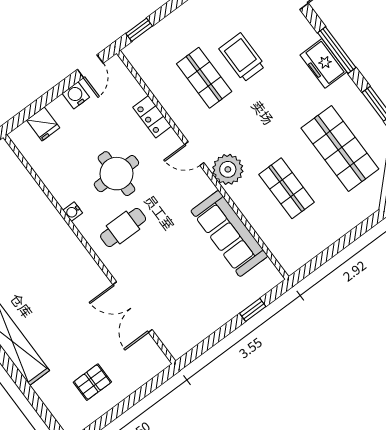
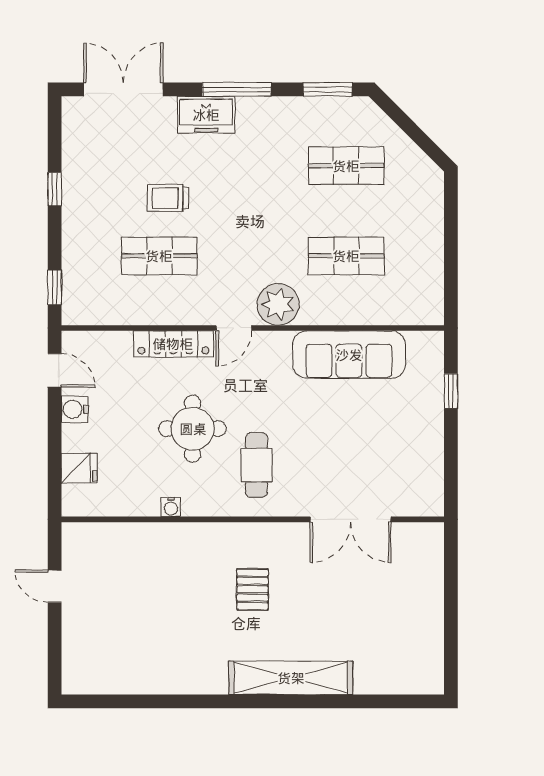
trolley: (242, 57) -> (168, 198), width x0.73, depth x0.72
freezer: (323, 63) -> (206, 115), moved
locker: (152, 117) -> (173, 344), width x1.53
shop shelf: (340, 148) -> (346, 166), width x0.70, depth x0.74
water cooler: (73, 212) -> (171, 507), moved
pallet: (92, 382) -> (253, 589), moved

